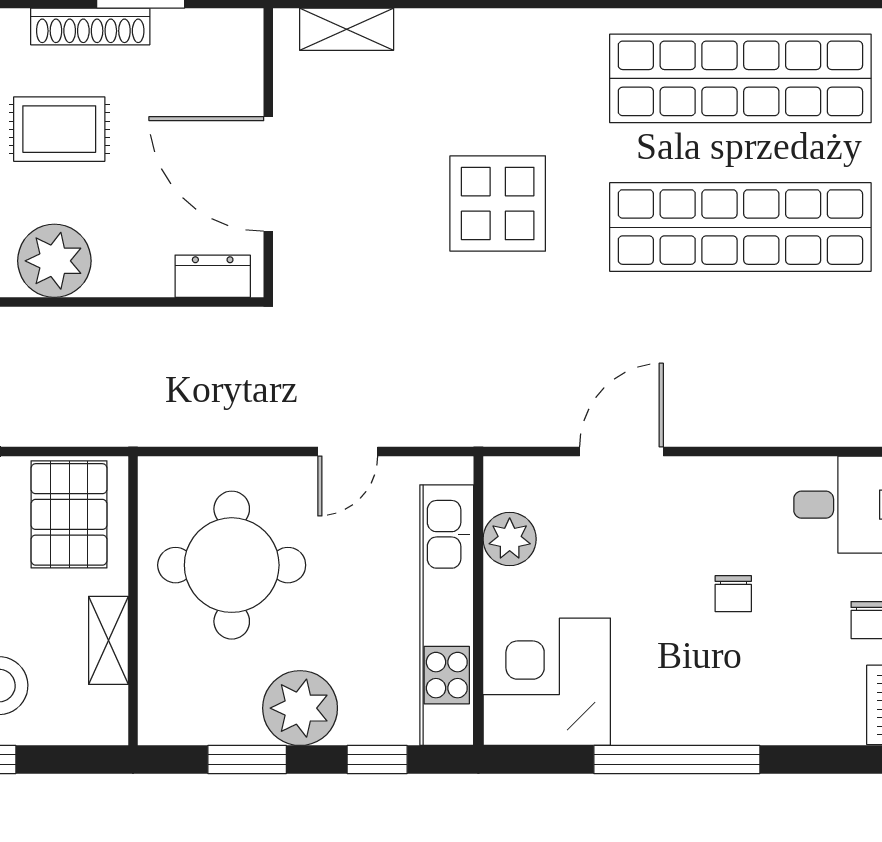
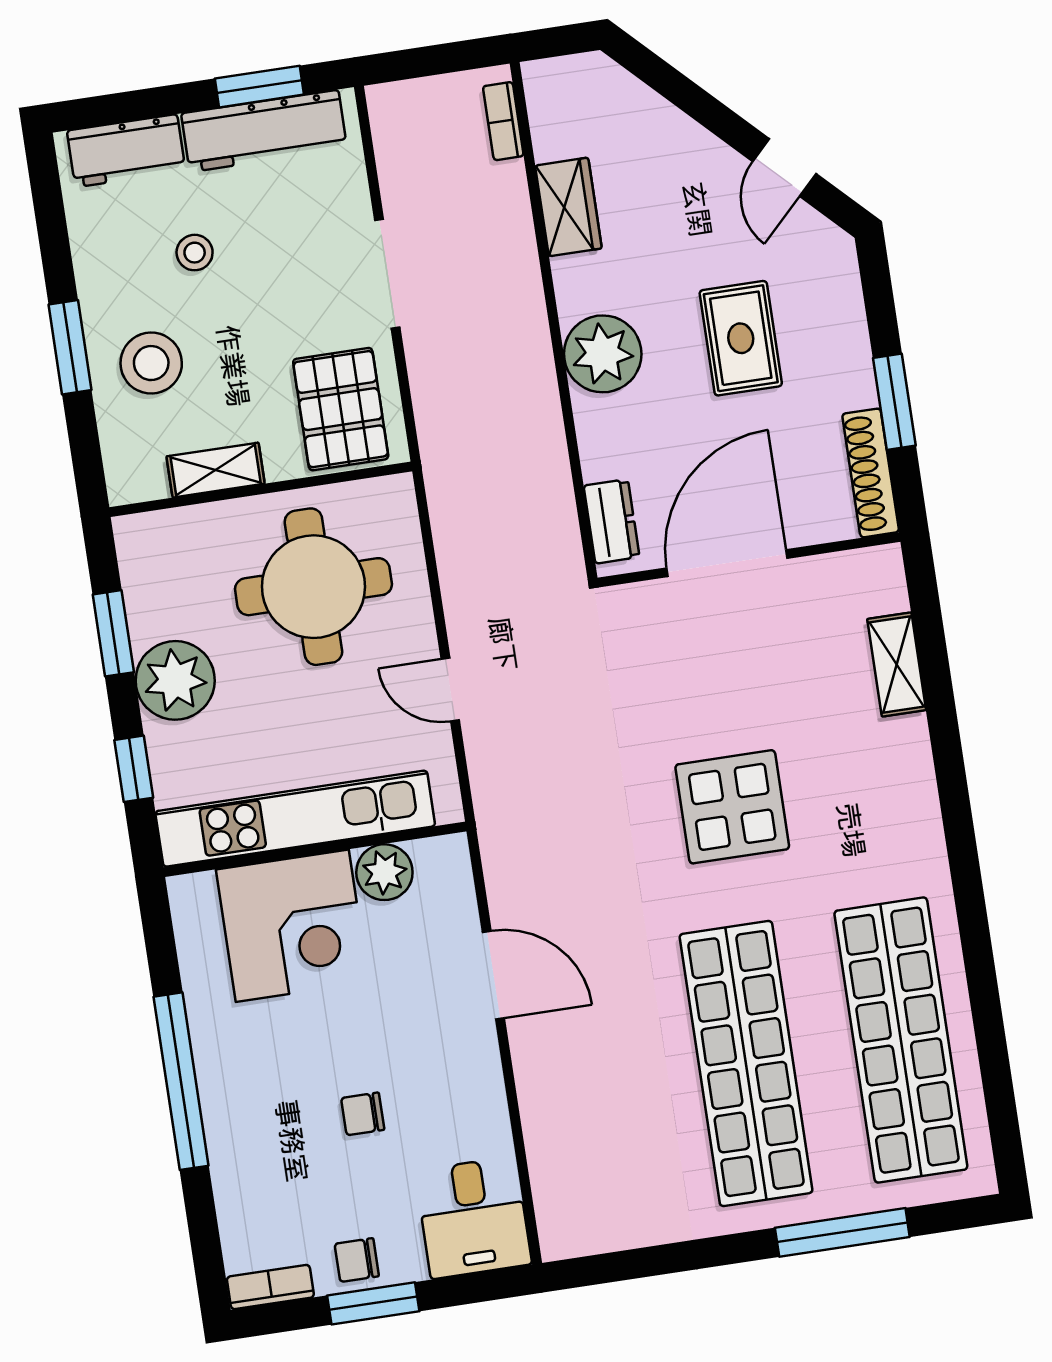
shoe rack: (90, 26) -> (871, 473), moved
shelving: (347, 29) -> (897, 665), moved
pallet: (69, 514) -> (341, 409), turned 90
corner desk: (547, 682) -> (292, 926), moved, turned 90

